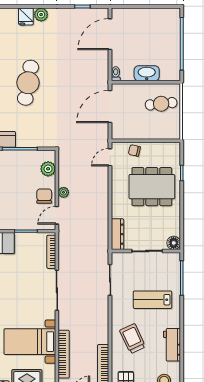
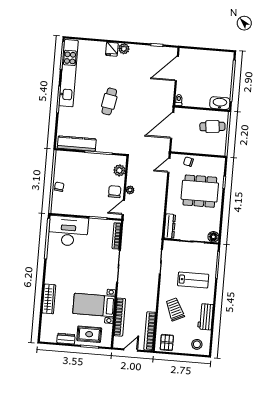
washbasin: (147, 73) -> (220, 103), moved
cafe table: (28, 83) -> (109, 101), width x0.73, depth x0.74
lab bench: (153, 300) -> (193, 280), turned 180

